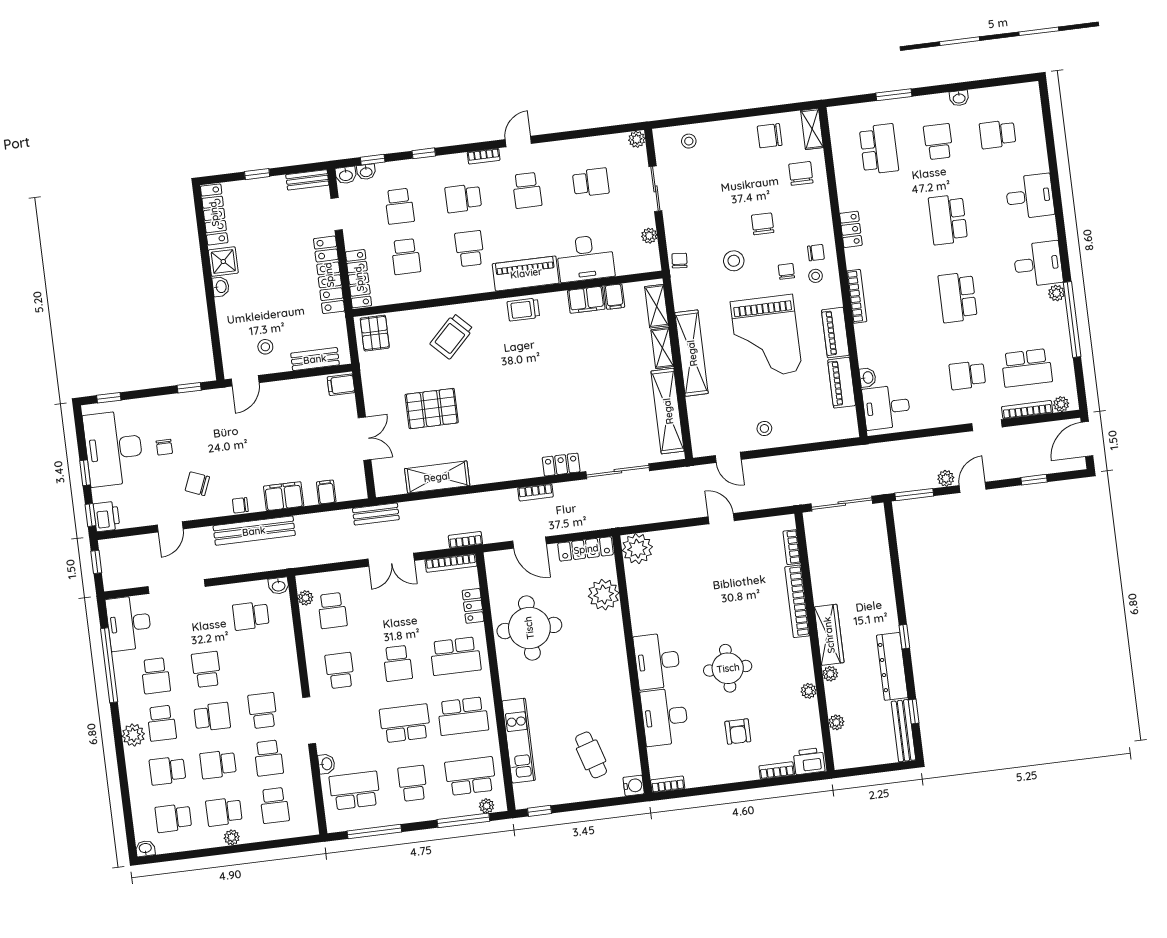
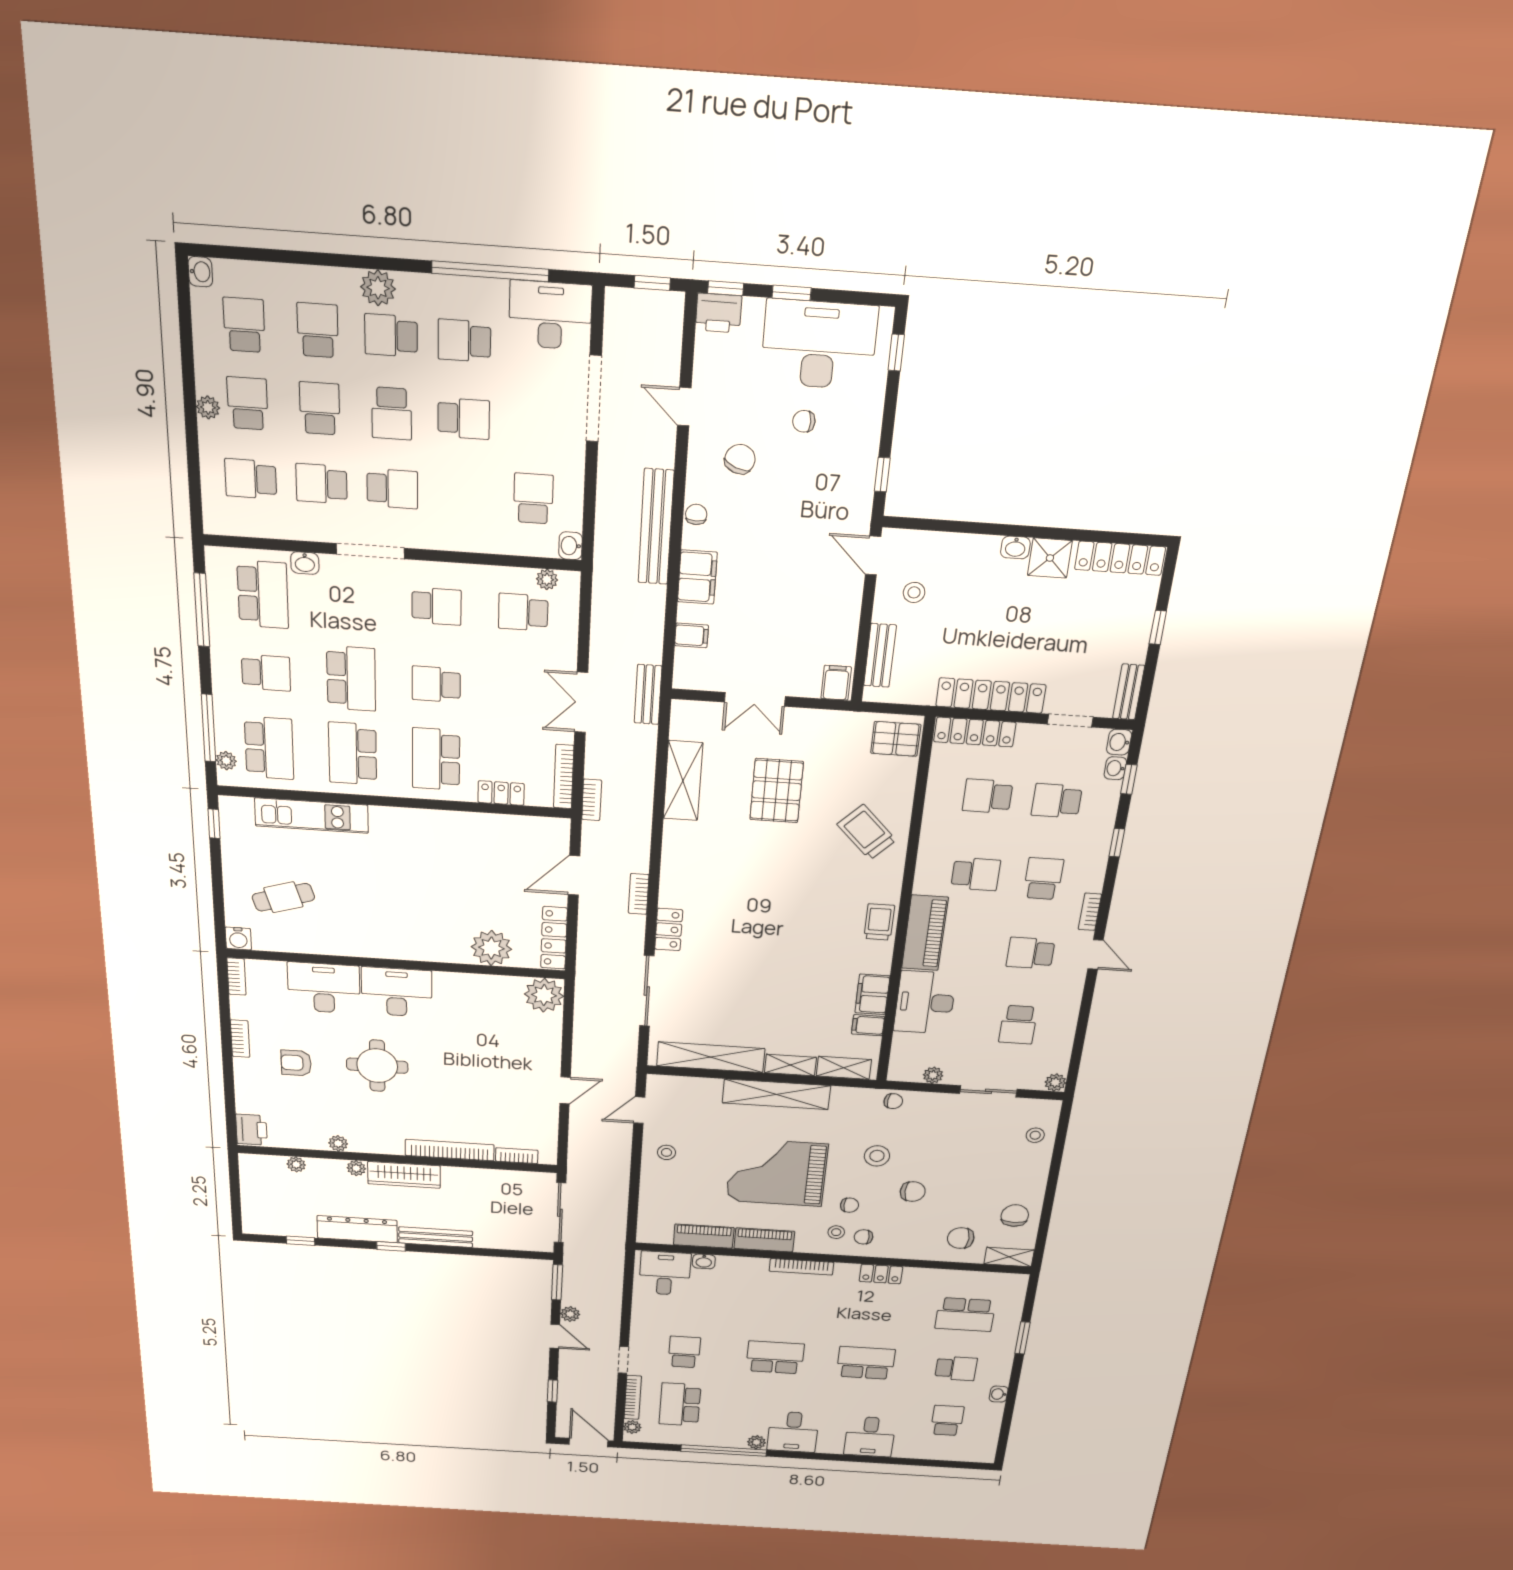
chair: (801, 173) -> (961, 1238), turned 180
chair: (816, 253) -> (863, 1237), turned 90
round table: (529, 628) -> (461, 855), removed
bench: (903, 731) -> (436, 1237), moved
bookcase: (777, 770) -> (240, 1039), moved

